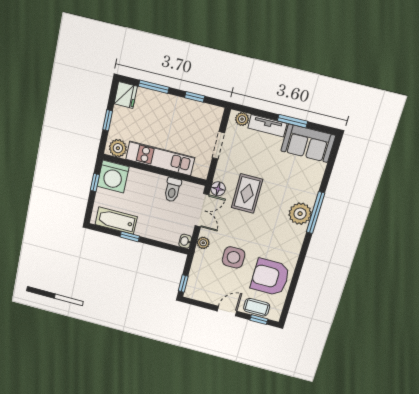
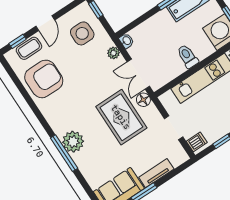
dishwasher: (213, 117) -> (197, 142), added
plant: (242, 119) -> (177, 160), removed
toilet: (172, 190) -> (188, 56), moved
rug: (247, 193) -> (121, 117), width x1.36, depth x1.43
side table: (234, 257) -> (82, 33), moved

